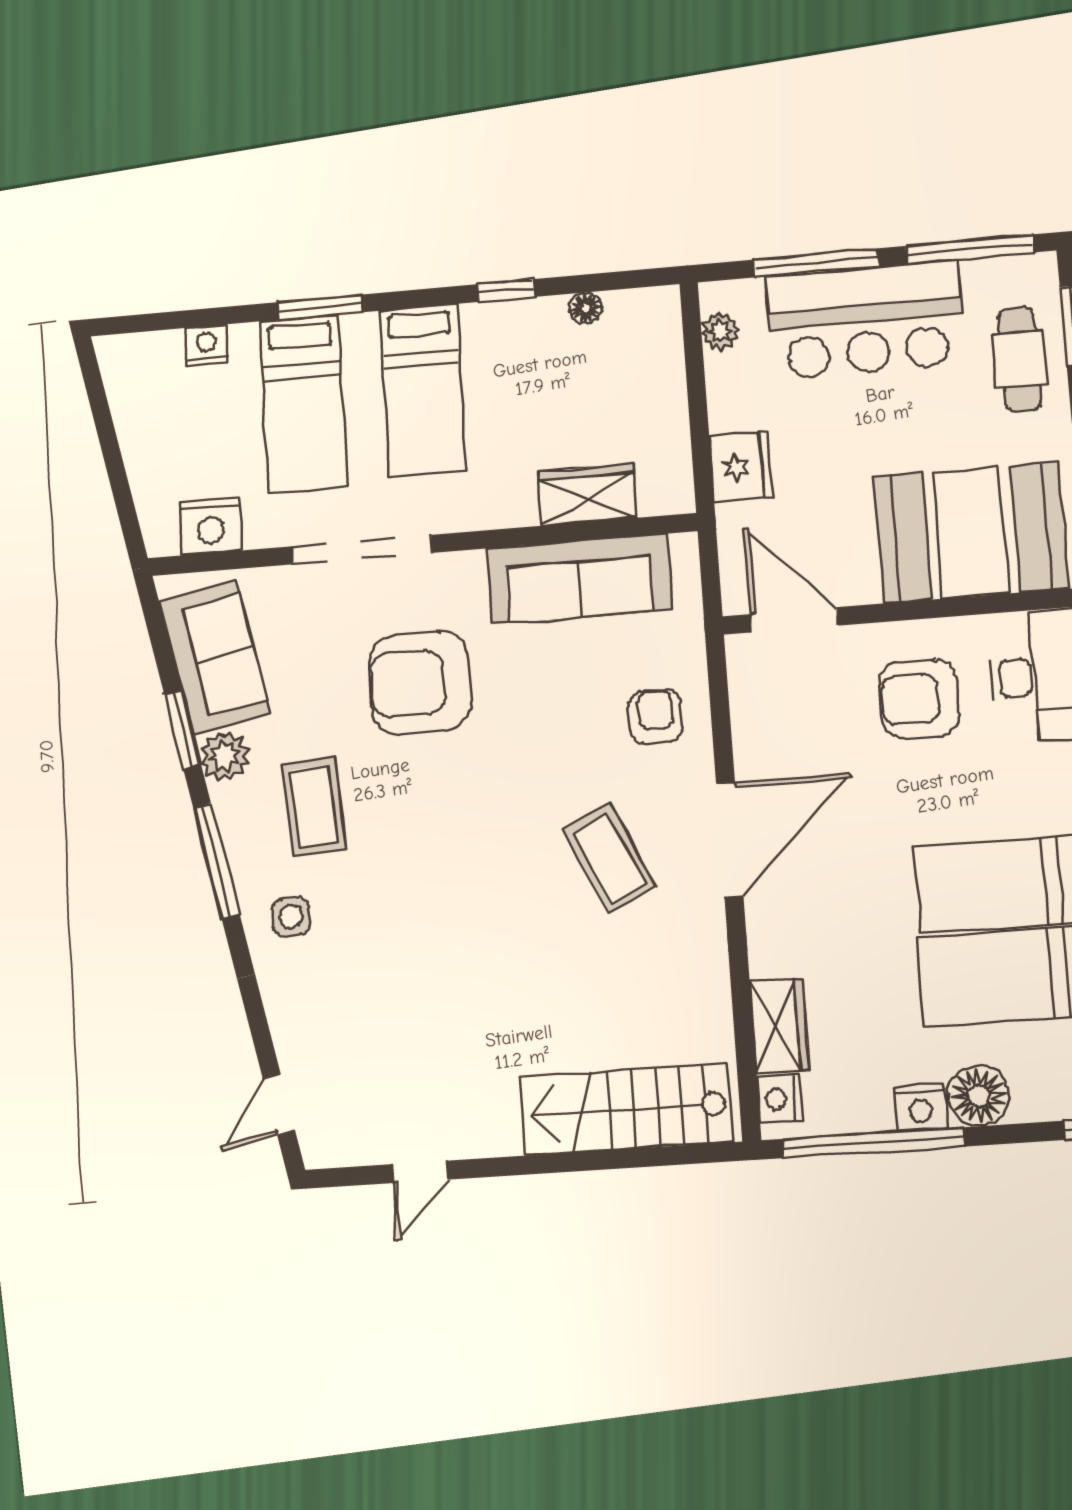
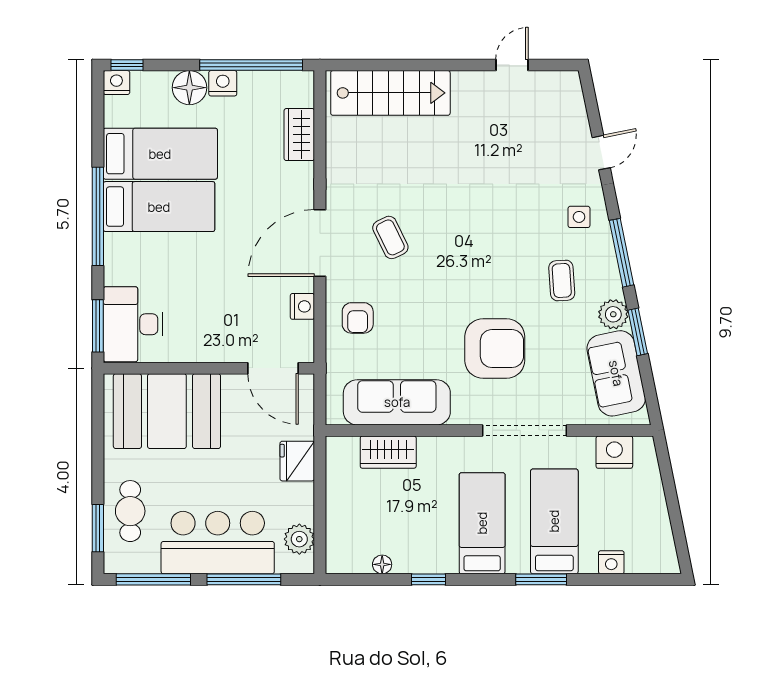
plant: (720, 331) -> (299, 539), width x1.38, depth x1.38
armchair: (919, 699) -> (205, 316), removed
coffee table: (314, 806) -> (562, 280), width x0.73, depth x0.77
coffee table: (609, 858) -> (390, 237), width x0.73, depth x0.77
nightstand: (779, 1099) -> (302, 306), moved
door: (279, 1104) -> (601, 153), moved

